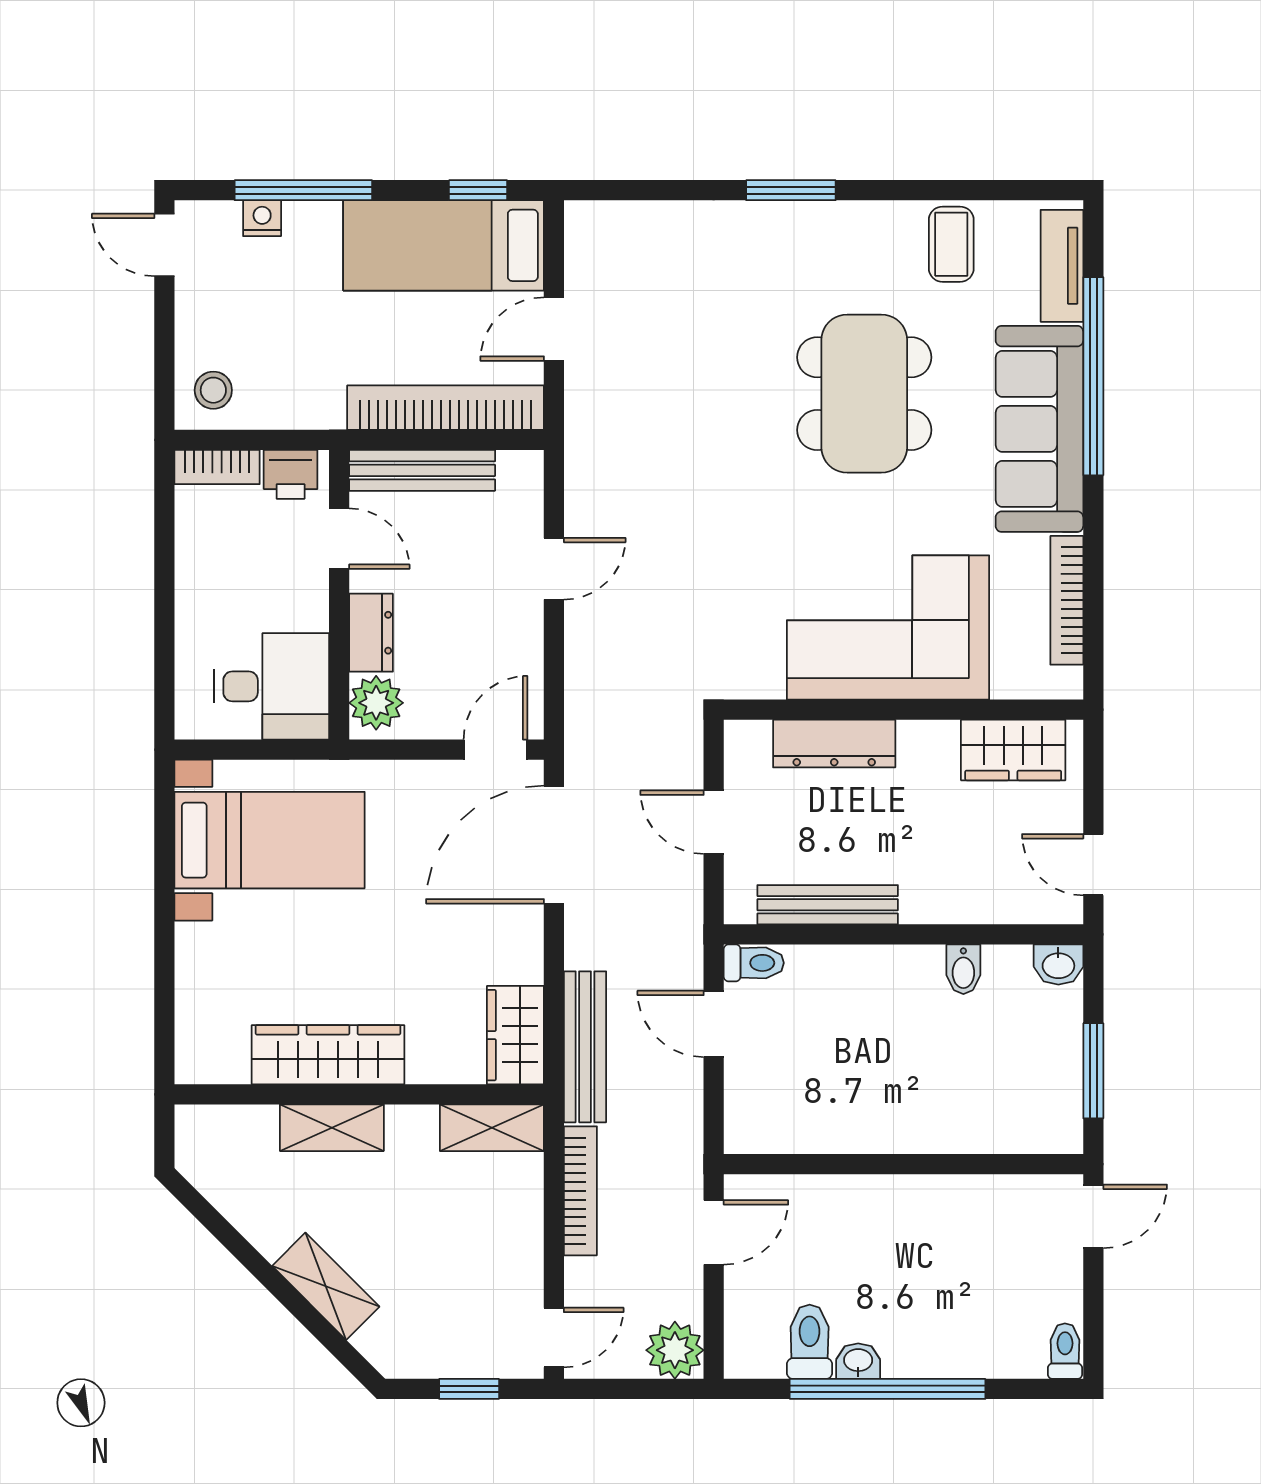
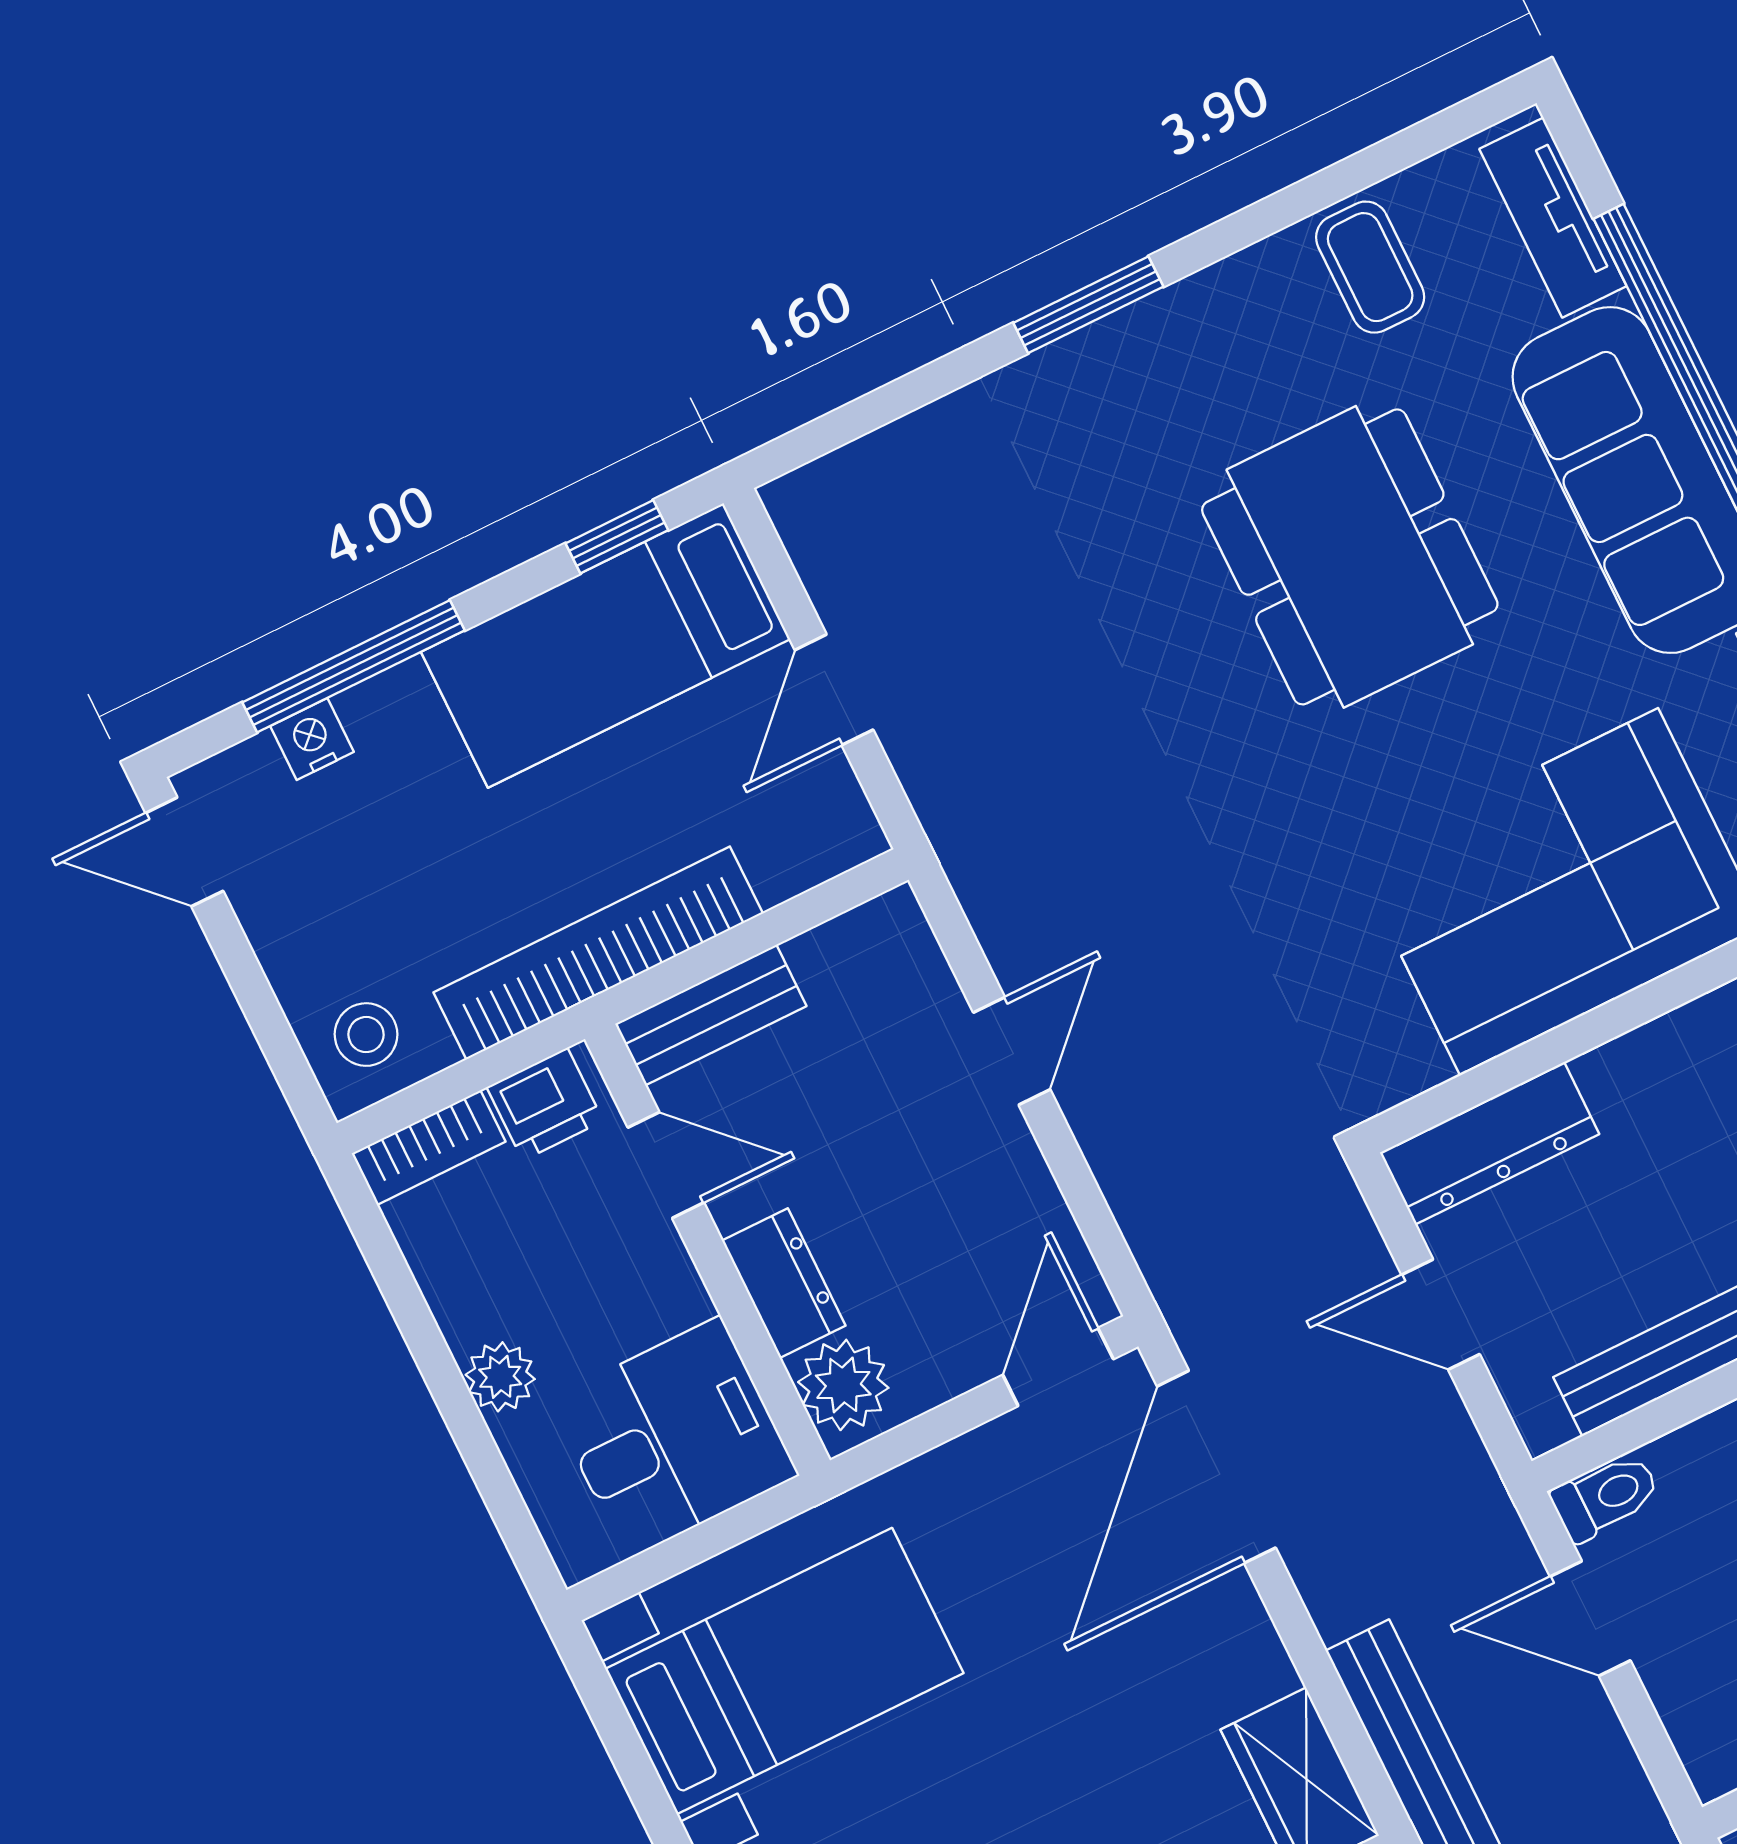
bookcase: (446, 408) -> (598, 953), moved
bench: (422, 470) -> (711, 1015), width x0.73
plant: (195, 608) -> (500, 1377), added
dresser: (834, 744) -> (1490, 1143), moved

